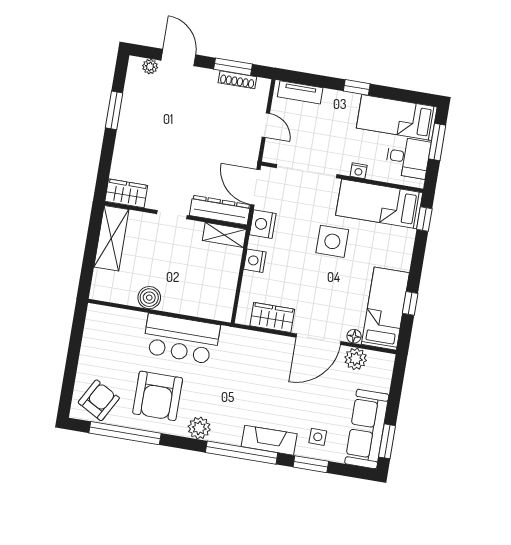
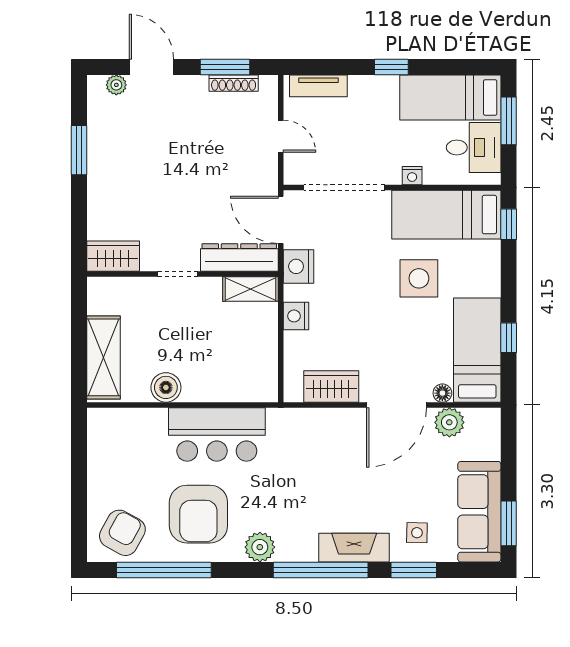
shelving: (111, 238) -> (103, 357), moved
side table: (332, 241) -> (419, 278), moved

